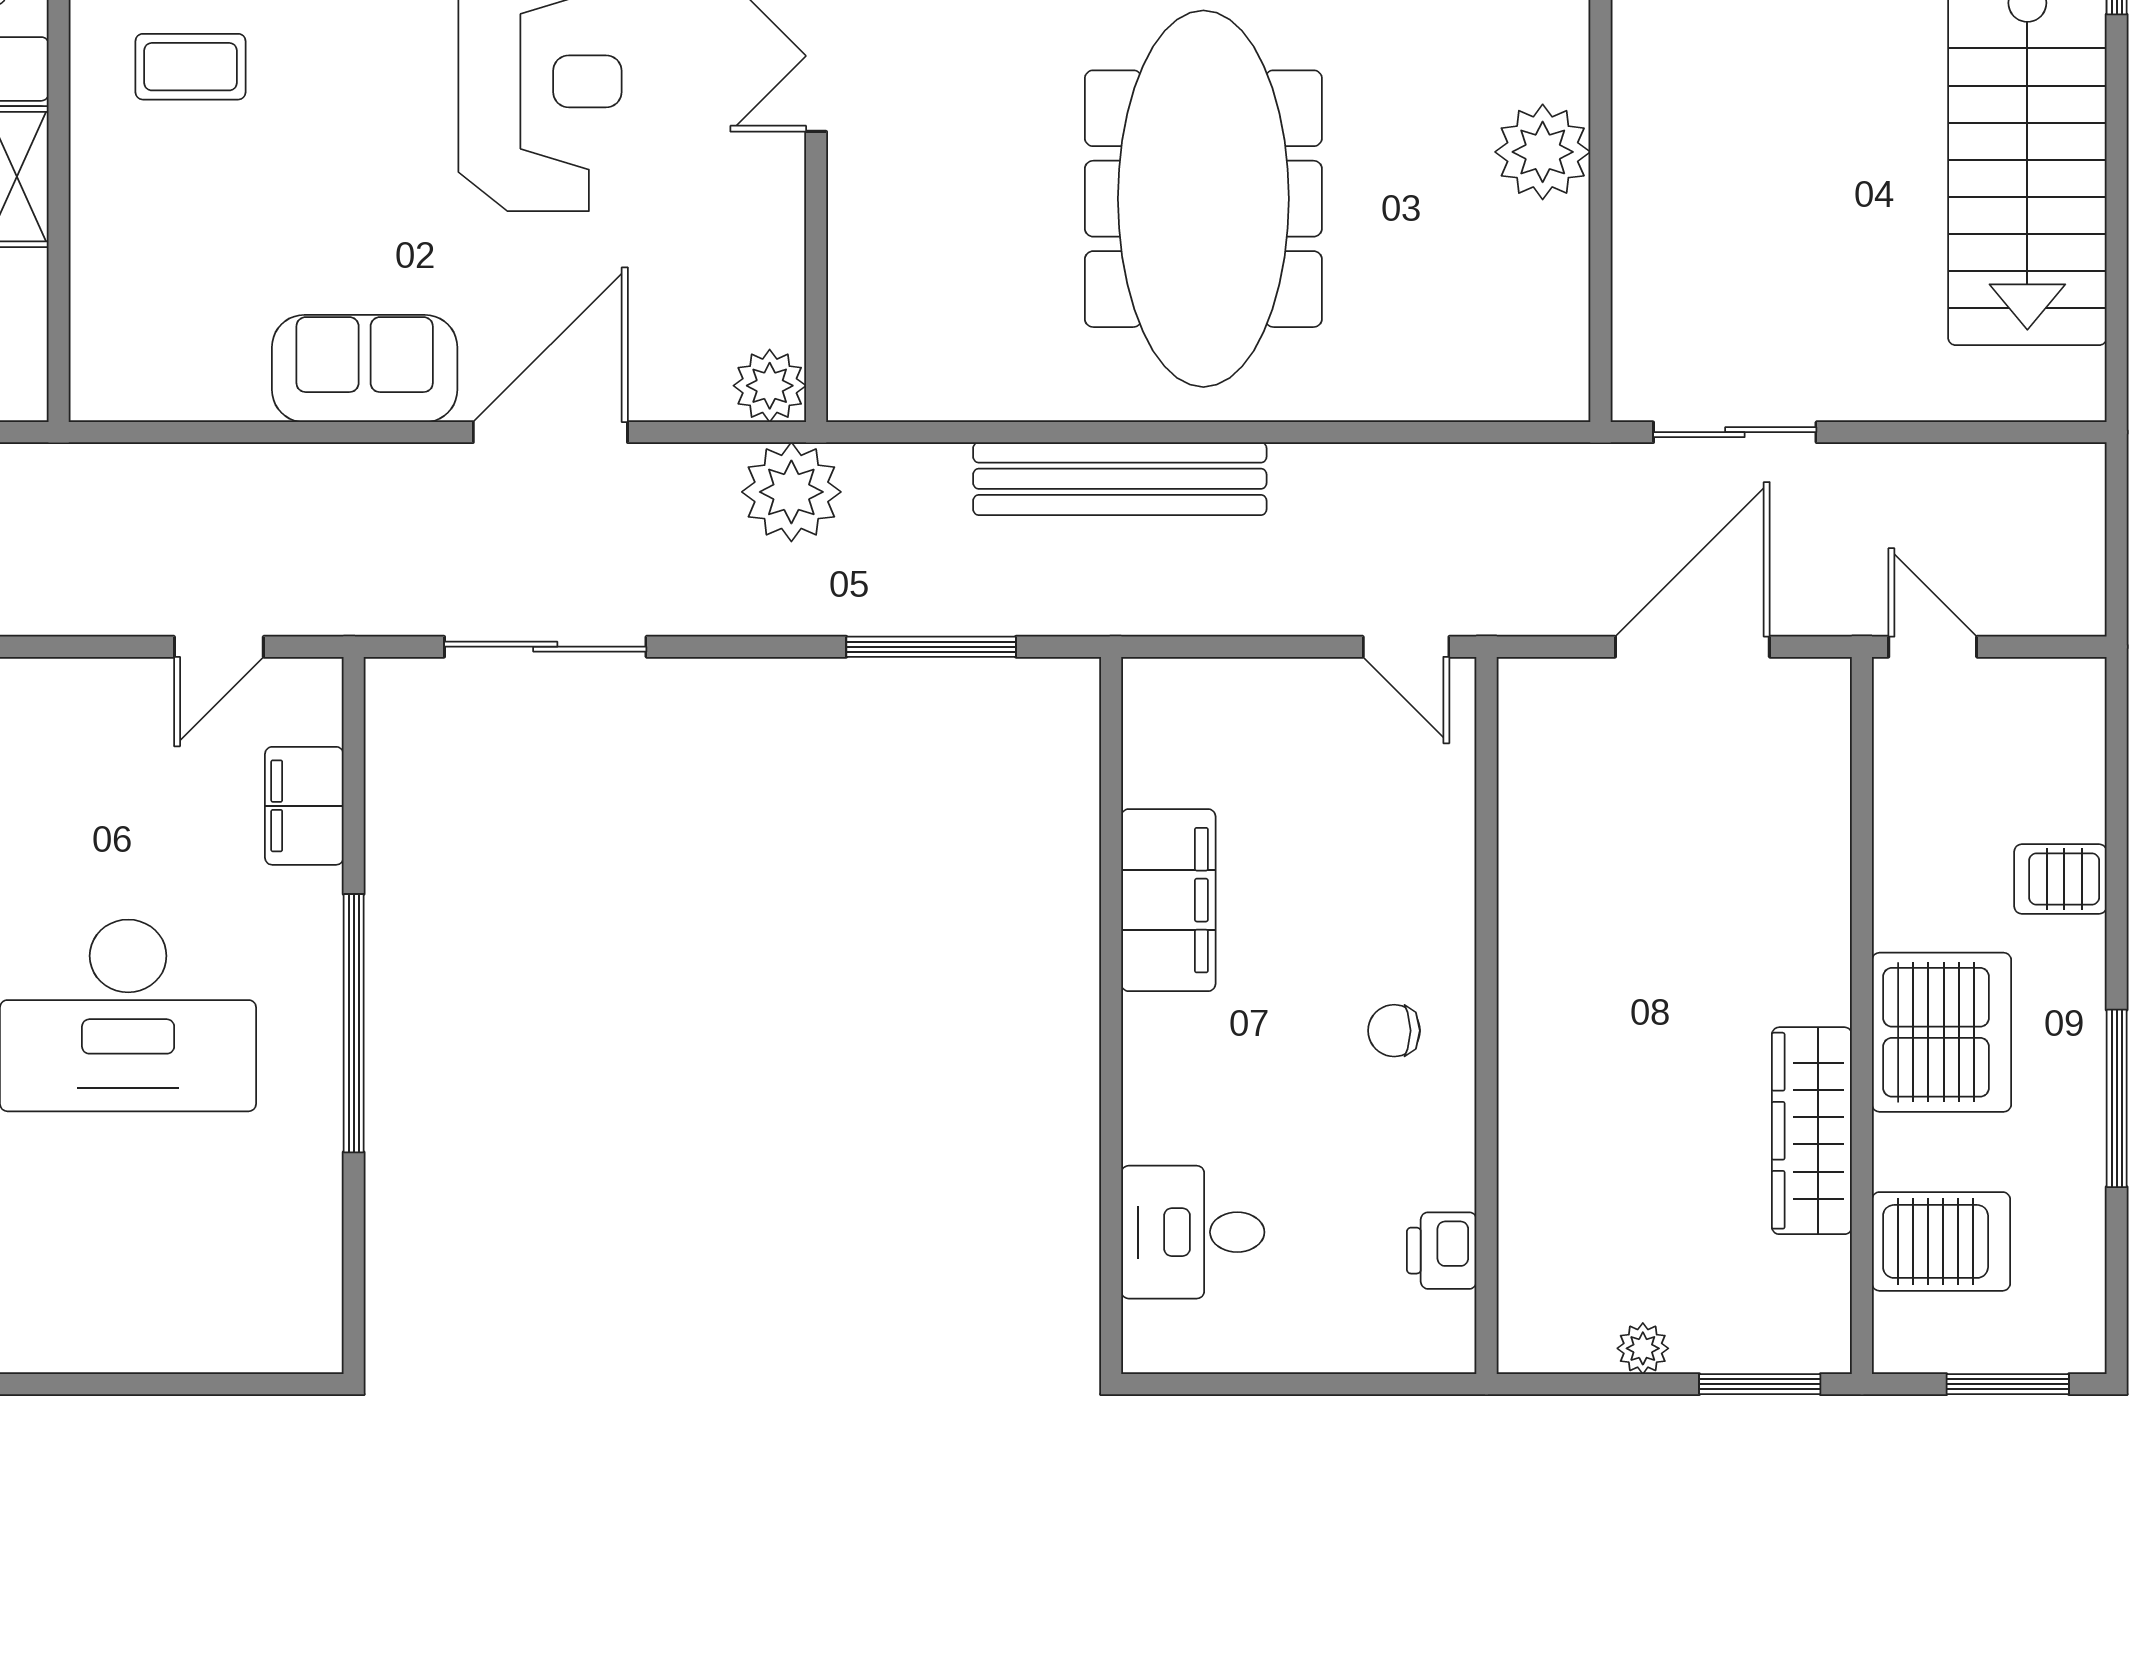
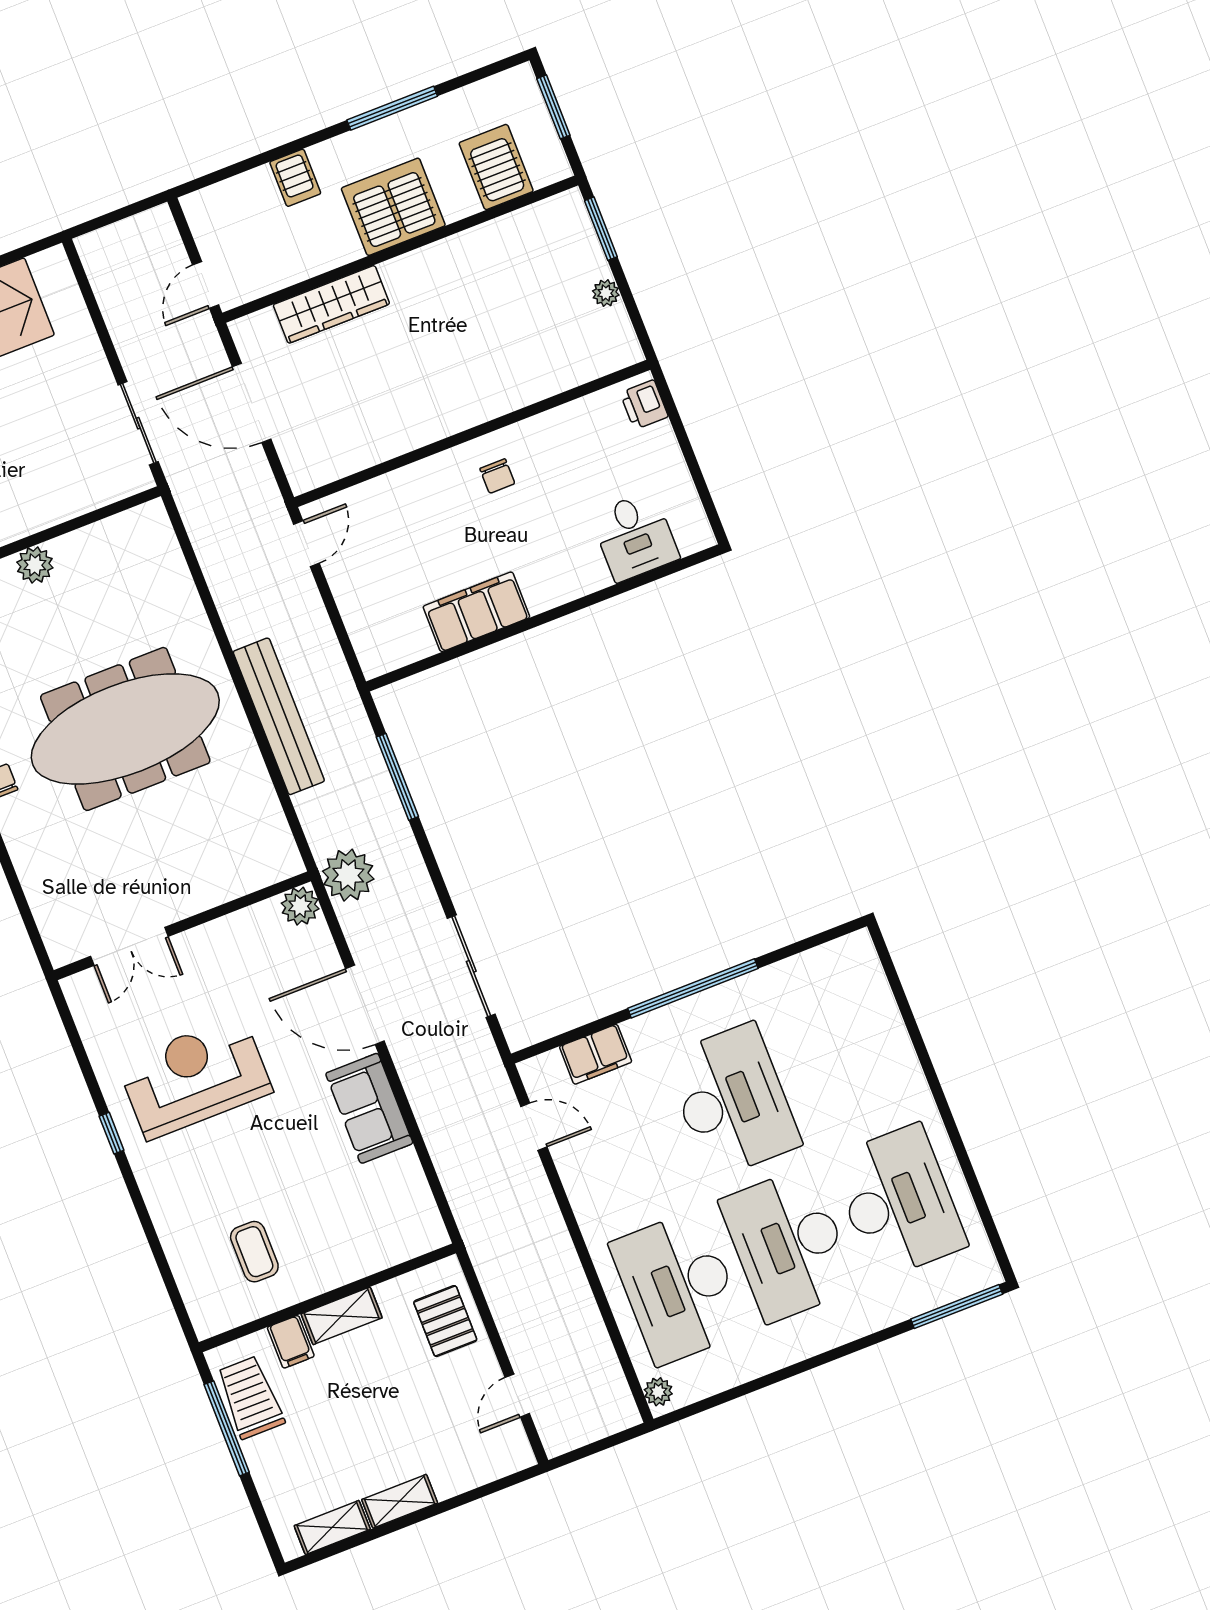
plant: (1543, 152) -> (35, 565), width x0.73, depth x0.73
wardrobe: (1812, 1131) -> (331, 304), moved
printer: (1442, 1251) -> (644, 405), moved, turned 90

